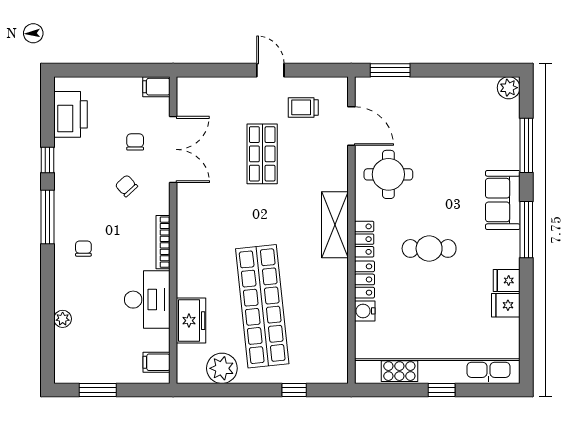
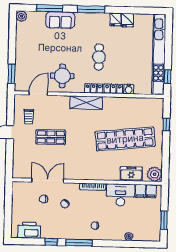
filing cabinet: (156, 87) -> (140, 191), moved
sofa: (503, 200) -> (60, 20), moved
plant: (222, 368) -> (155, 174), moved
window: (442, 390) -> (168, 77), moved

